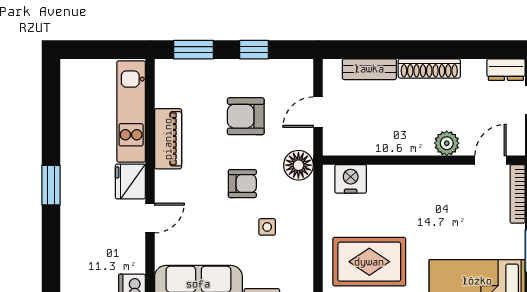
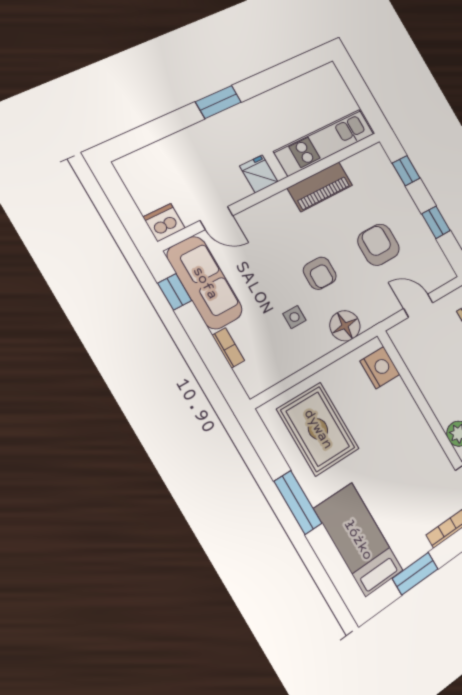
window: (194, 50) -> (406, 171), width x0.67
floor lamp: (298, 165) -> (345, 326), moved
fridge: (130, 181) -> (259, 174), width x0.72
door: (150, 218) -> (216, 218), moved

